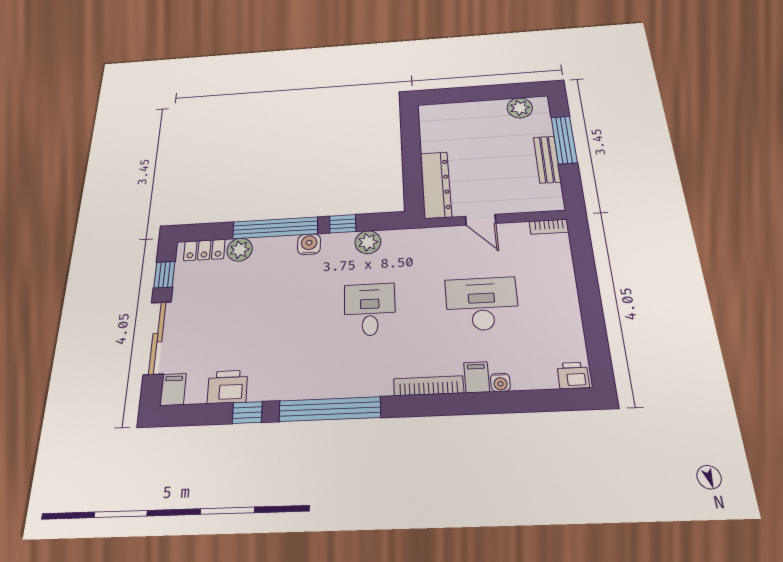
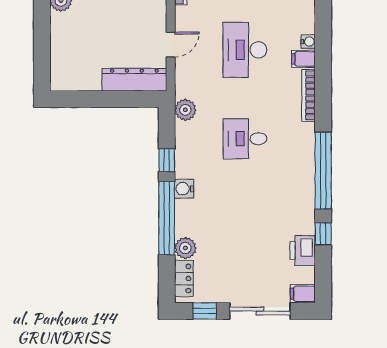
plant: (368, 242) -> (185, 110), moved

